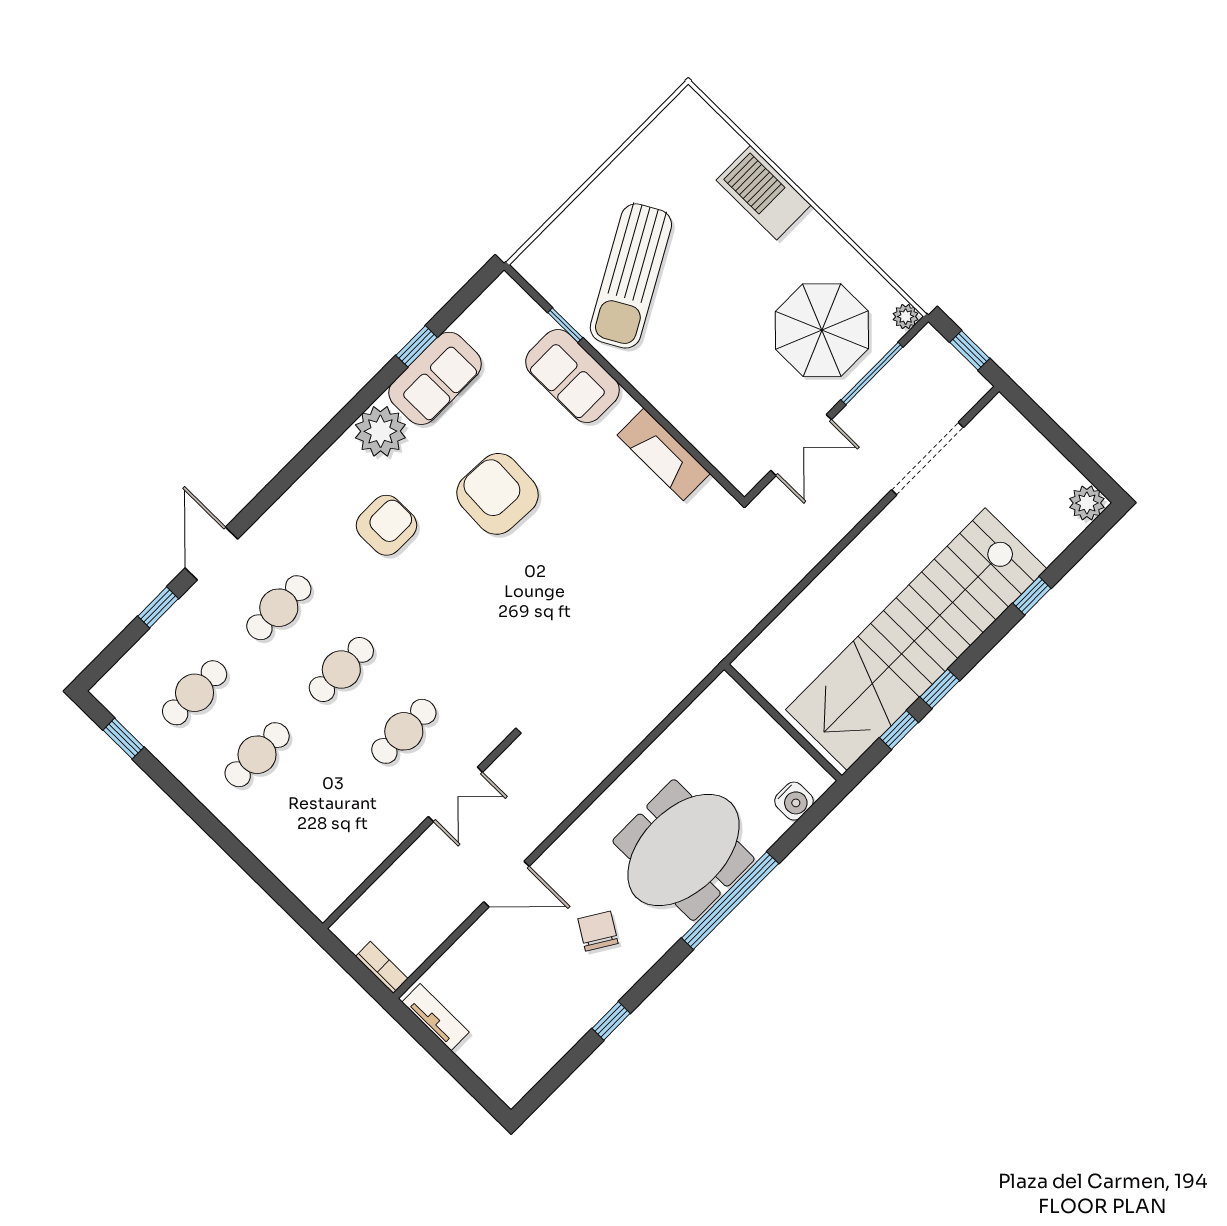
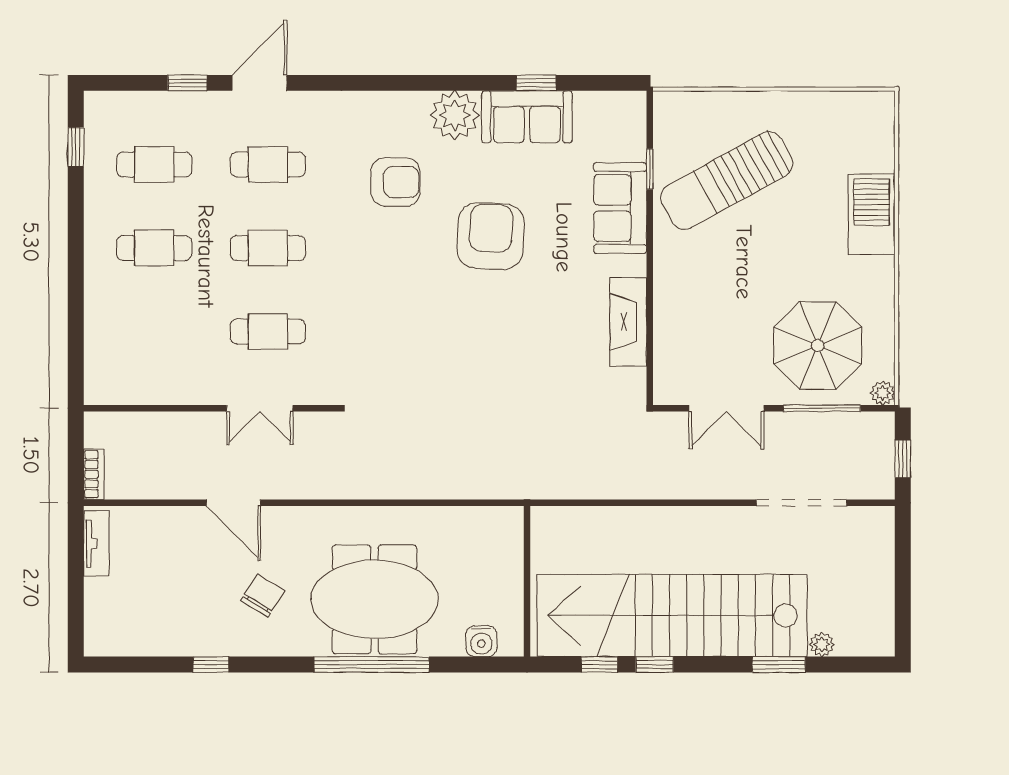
plant: (1087, 503) -> (822, 644), moved, width x0.73, depth x0.73
window: (1032, 596) -> (779, 665), width x1.50

